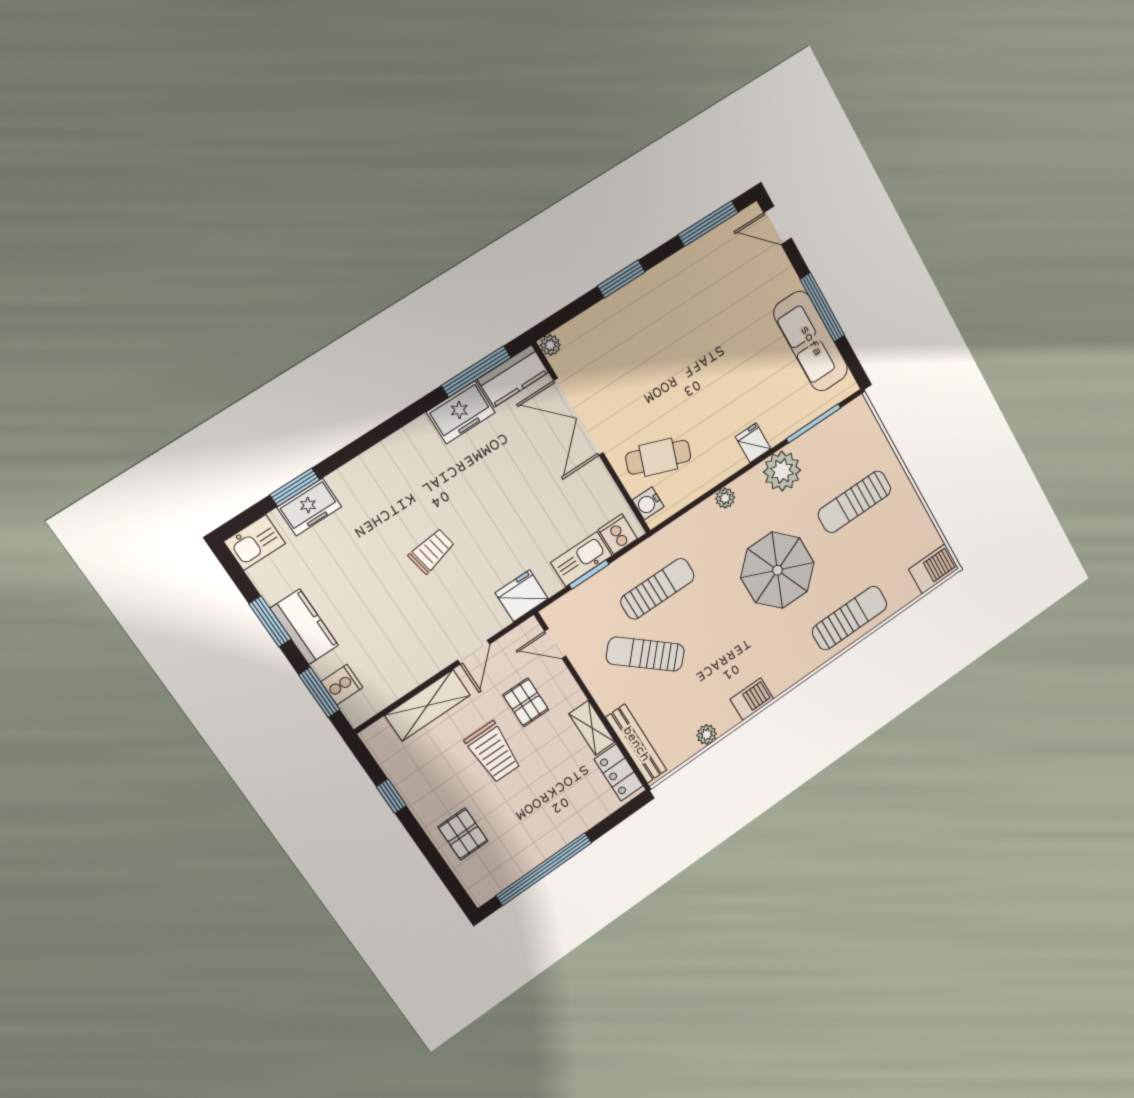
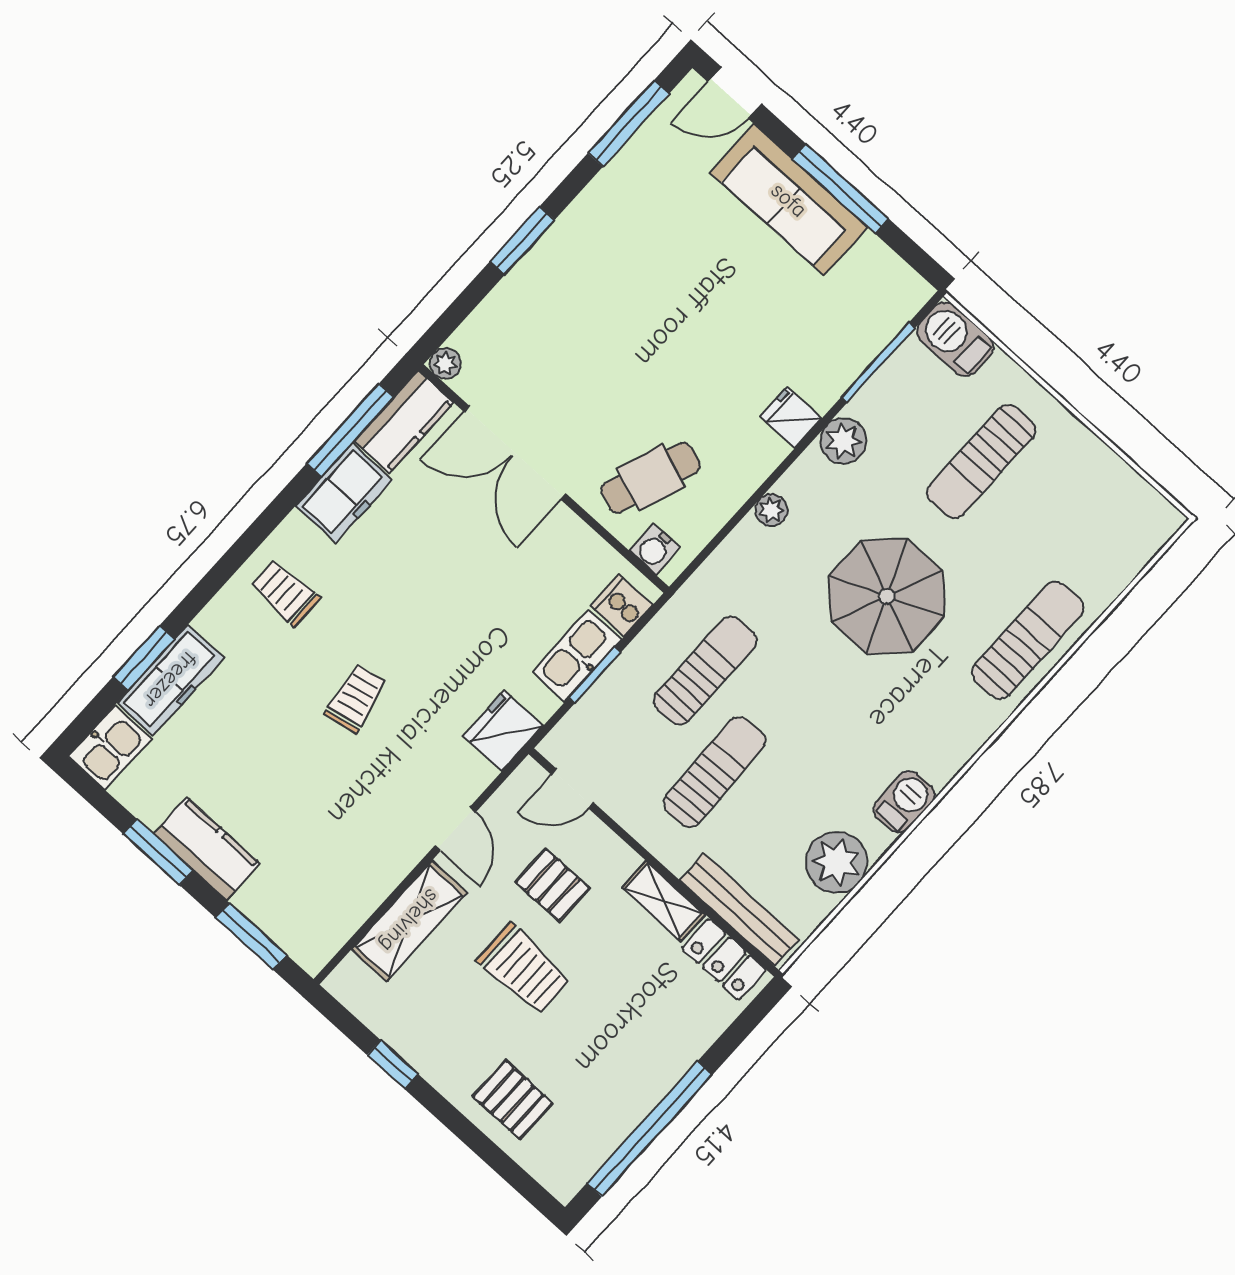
sofa: (811, 341) -> (789, 200), moved
trolley: (404, 468) -> (285, 593), added
plant: (782, 471) -> (843, 441), width x0.73, depth x0.73
freezer: (309, 507) -> (170, 680), width x1.40
barbecue: (934, 569) -> (955, 339), moved, turned -90
sun lounger: (645, 654) -> (715, 772), turned 137
cooker: (342, 685) -> (280, 918), removed
plant: (707, 735) -> (836, 862), width x1.88, depth x1.88

